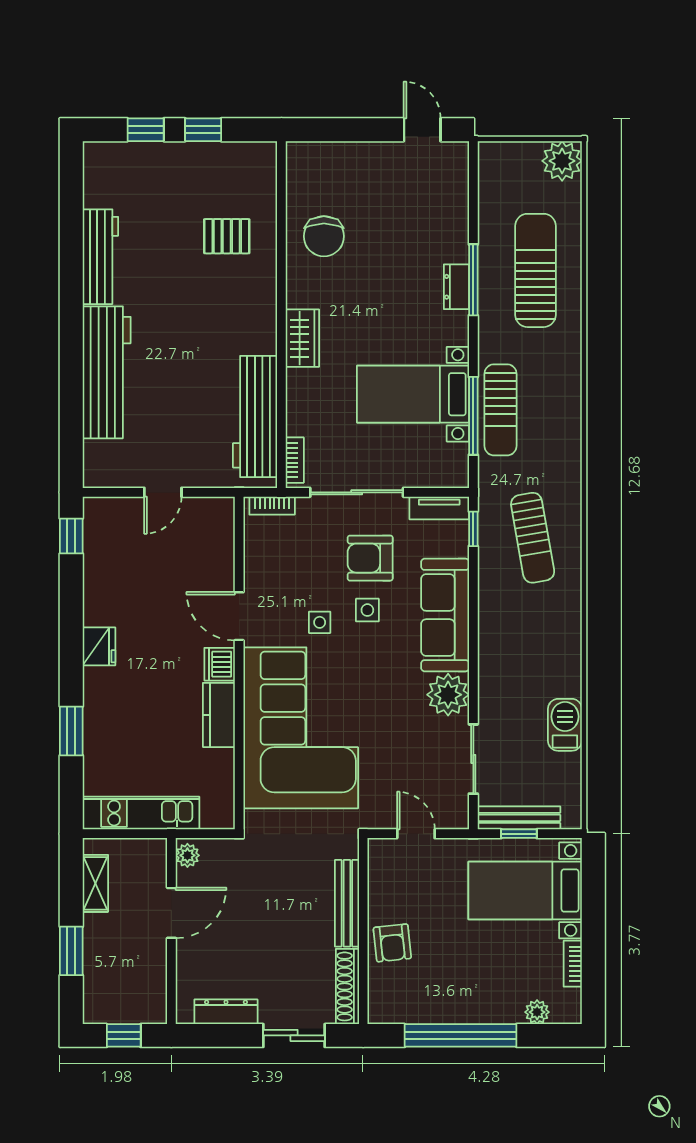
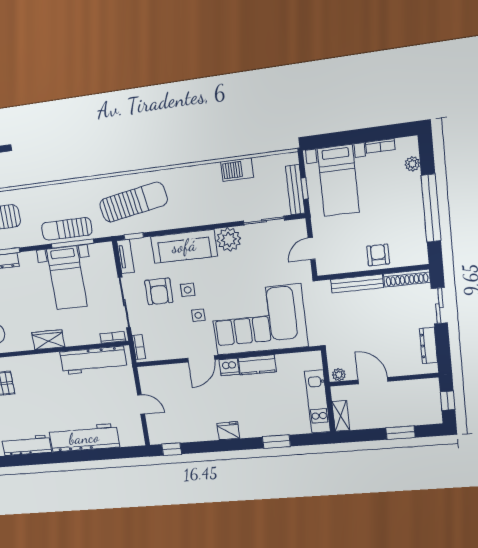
sun lounger: (501, 410) -> (67, 229), turned 180
sun lounger: (533, 538) -> (133, 202), width x1.36, depth x1.34
shelving: (95, 883) -> (341, 416), moved, turned 90
armchair: (392, 943) -> (378, 255), turned -84

